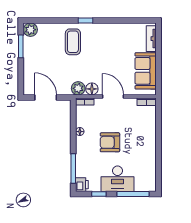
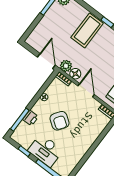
coffee table: (73, 42) -> (87, 30), width x1.36, depth x1.32
door: (46, 97) -> (46, 61), moved
armchair: (110, 142) -> (60, 121), turned -145
printer: (82, 185) -> (31, 118), moved

